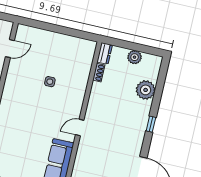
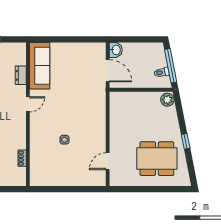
dresser: (105, 53) -> (21, 75), moved

